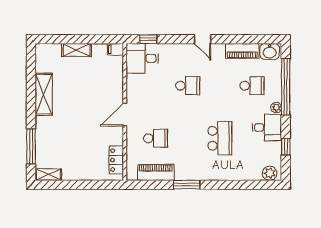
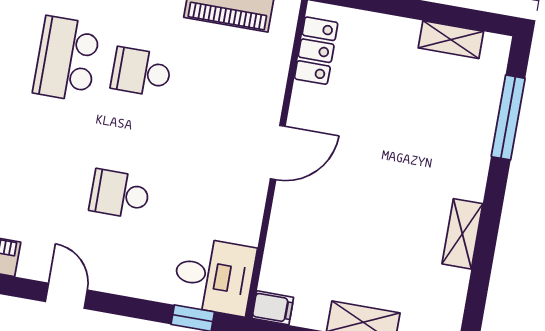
shelving: (44, 94) -> (462, 234), width x0.67, depth x0.75
school desk: (156, 138) -> (141, 72), moved
shelving: (48, 175) -> (451, 40), moved

